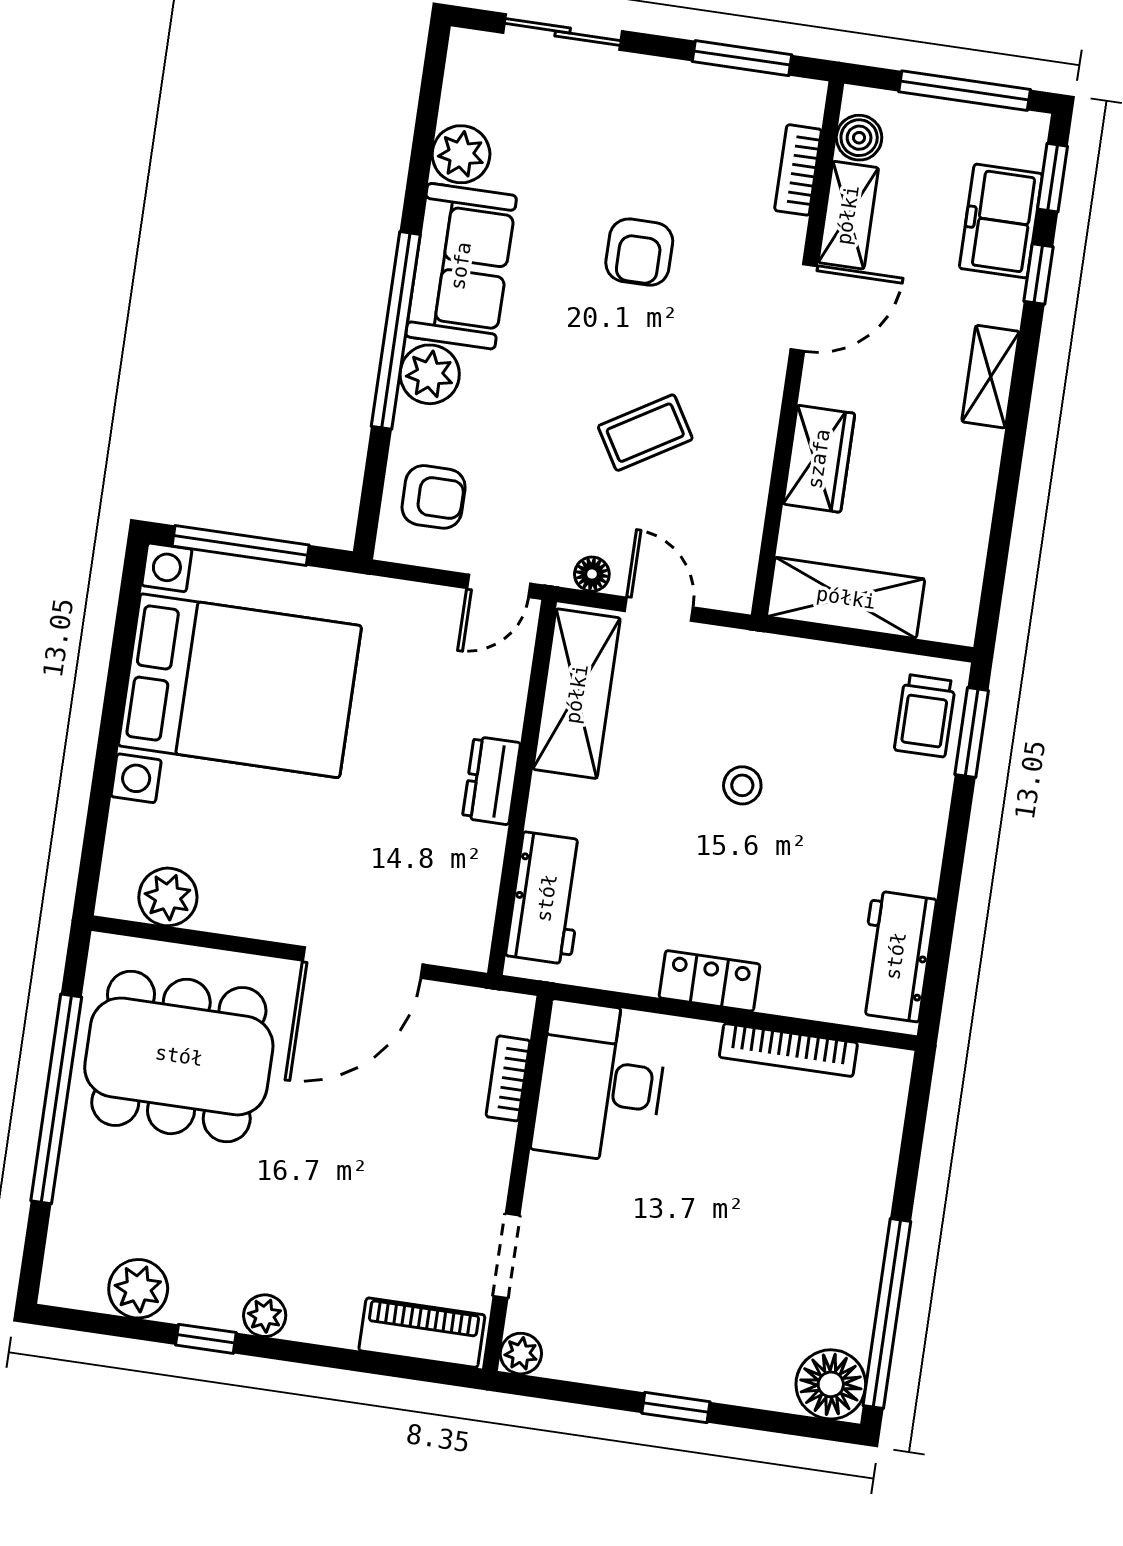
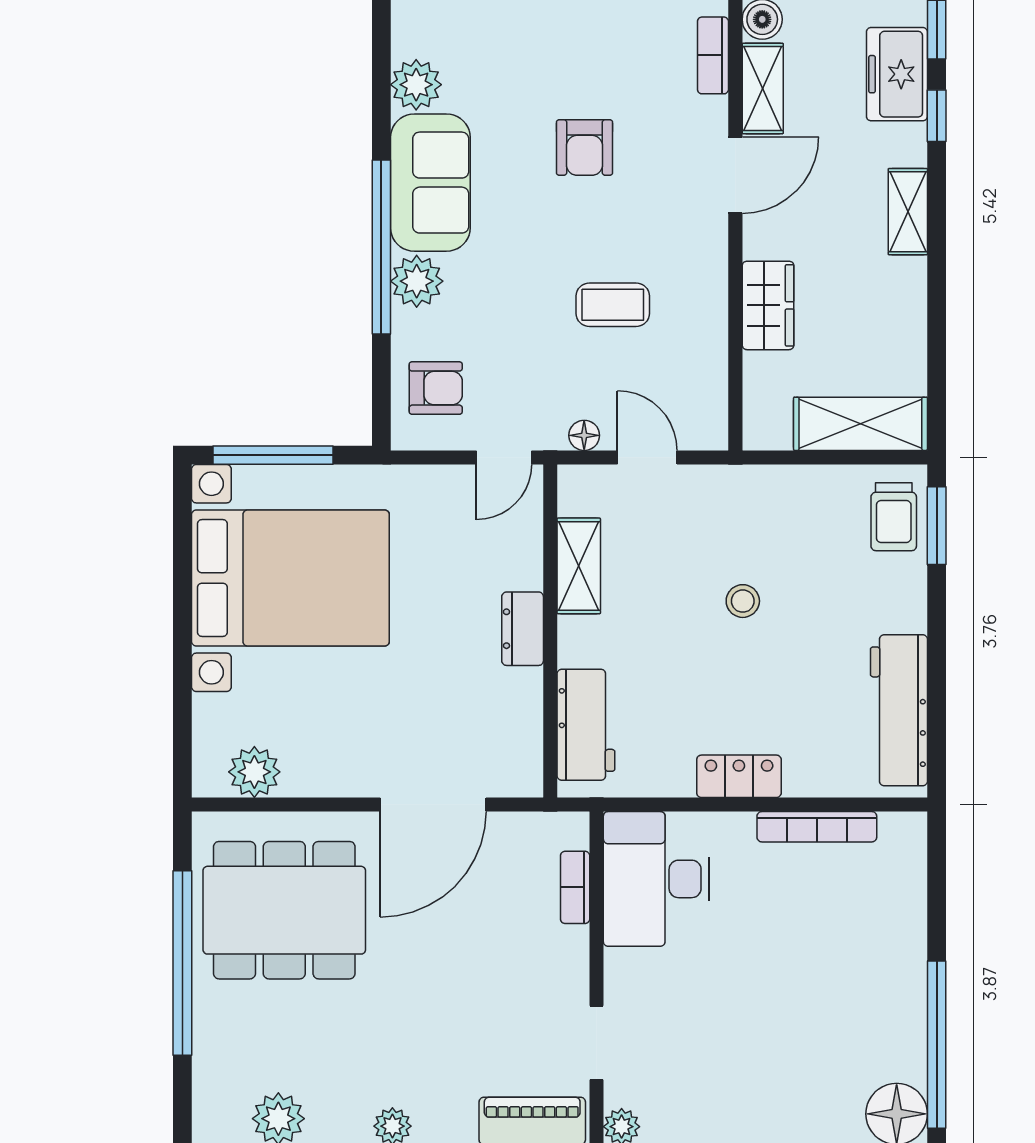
coffee table: (645, 433) -> (613, 305), turned 31
shelving: (846, 598) -> (860, 424), moved
shelving: (577, 694) -> (579, 566), width x0.67, depth x0.75
workbench: (896, 956) -> (899, 710), width x1.38

